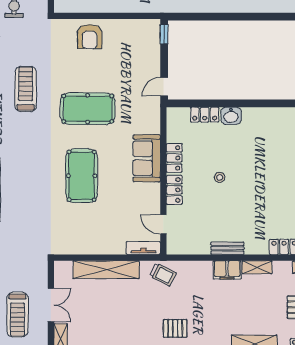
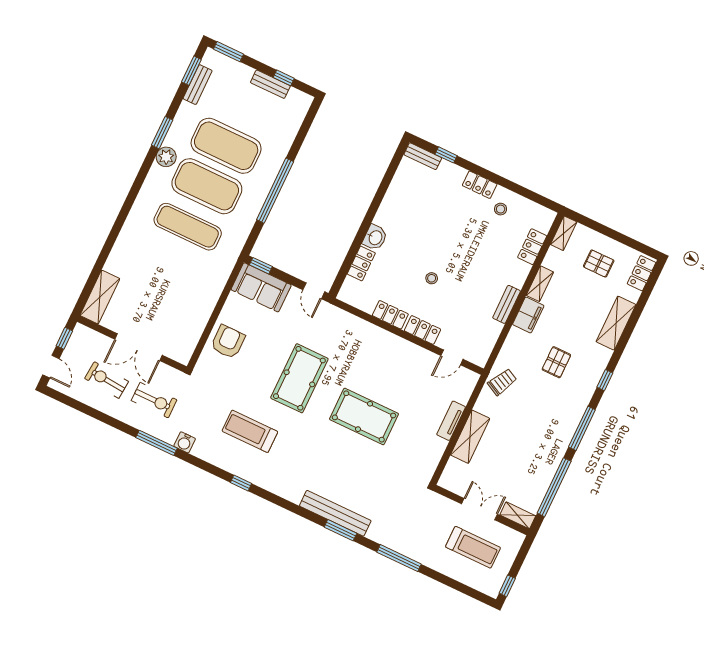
window: (231, 17) -> (275, 191), added
armchair: (90, 37) -> (228, 342), turned -90
sofa: (147, 158) -> (261, 287), moved
tv unit: (143, 248) -> (451, 421), moved
shelving: (106, 270) -> (470, 437), width x0.68
pallet: (175, 328) -> (556, 362), moved

